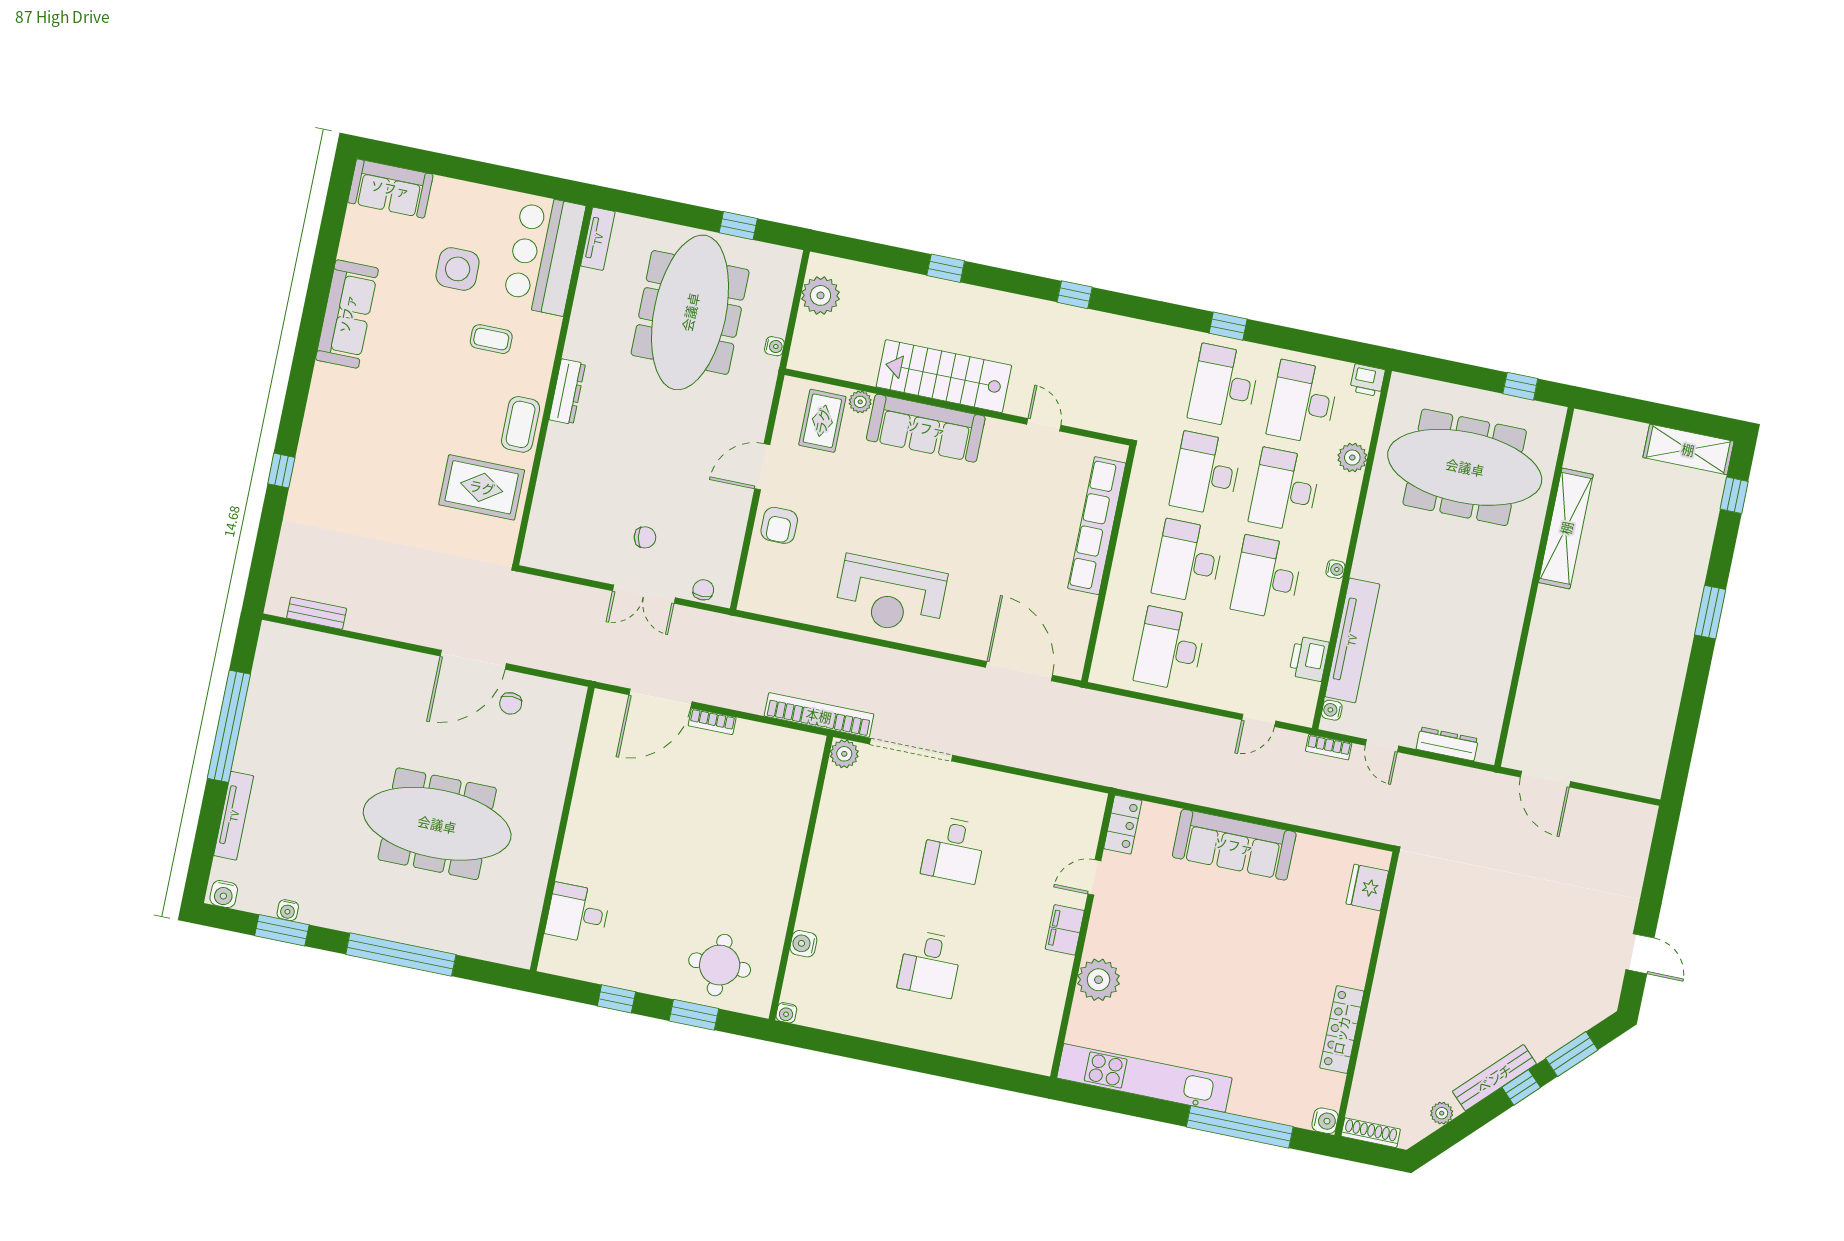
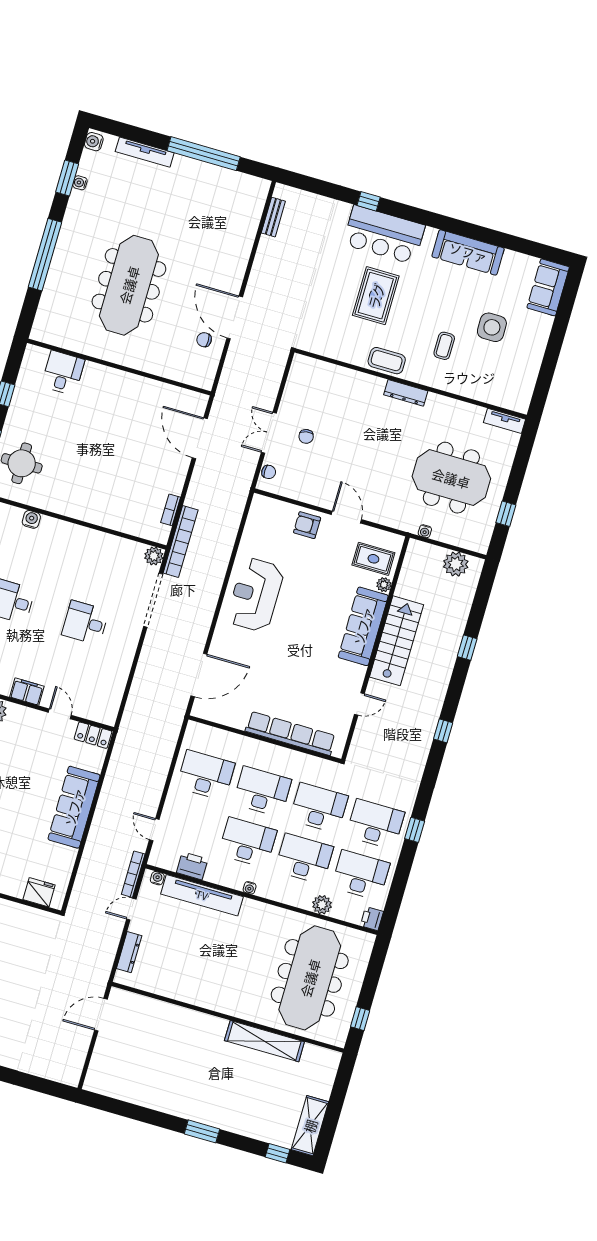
bar counter: (544, 255) -> (384, 235), moved, turned 180
meeting table: (690, 312) -> (451, 478), width x0.73
rug: (482, 487) -> (376, 296), moved
bookcase: (712, 721) -> (171, 510), moved
bookcase: (1329, 747) -> (133, 874), width x1.56

